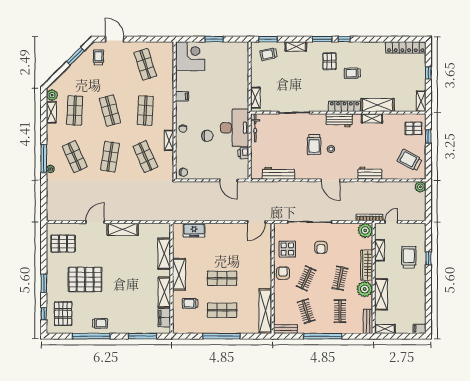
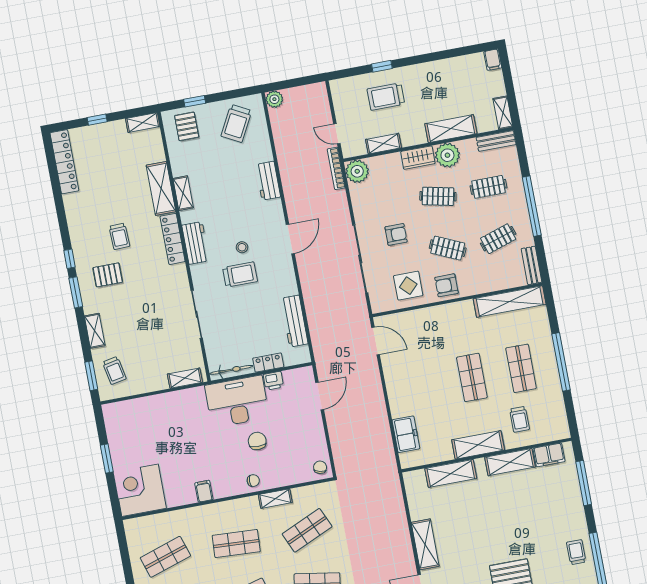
locker: (255, 152) -> (268, 363), added
wardrobe: (367, 265) -> (418, 158), width x0.67

